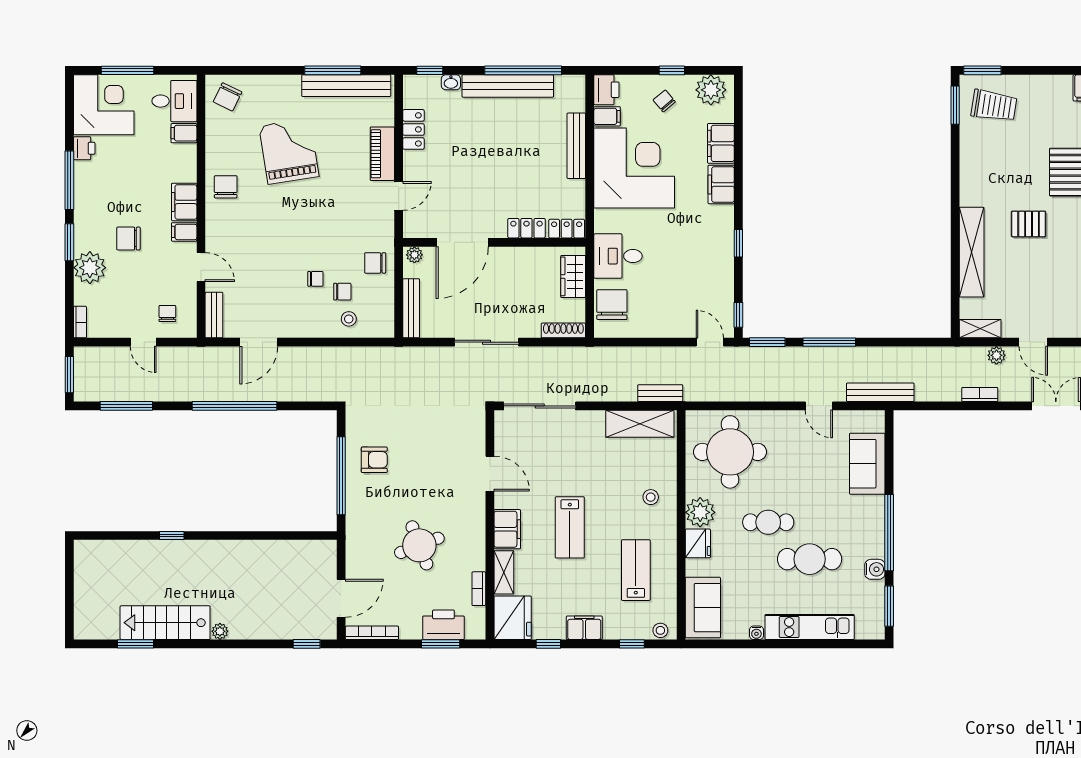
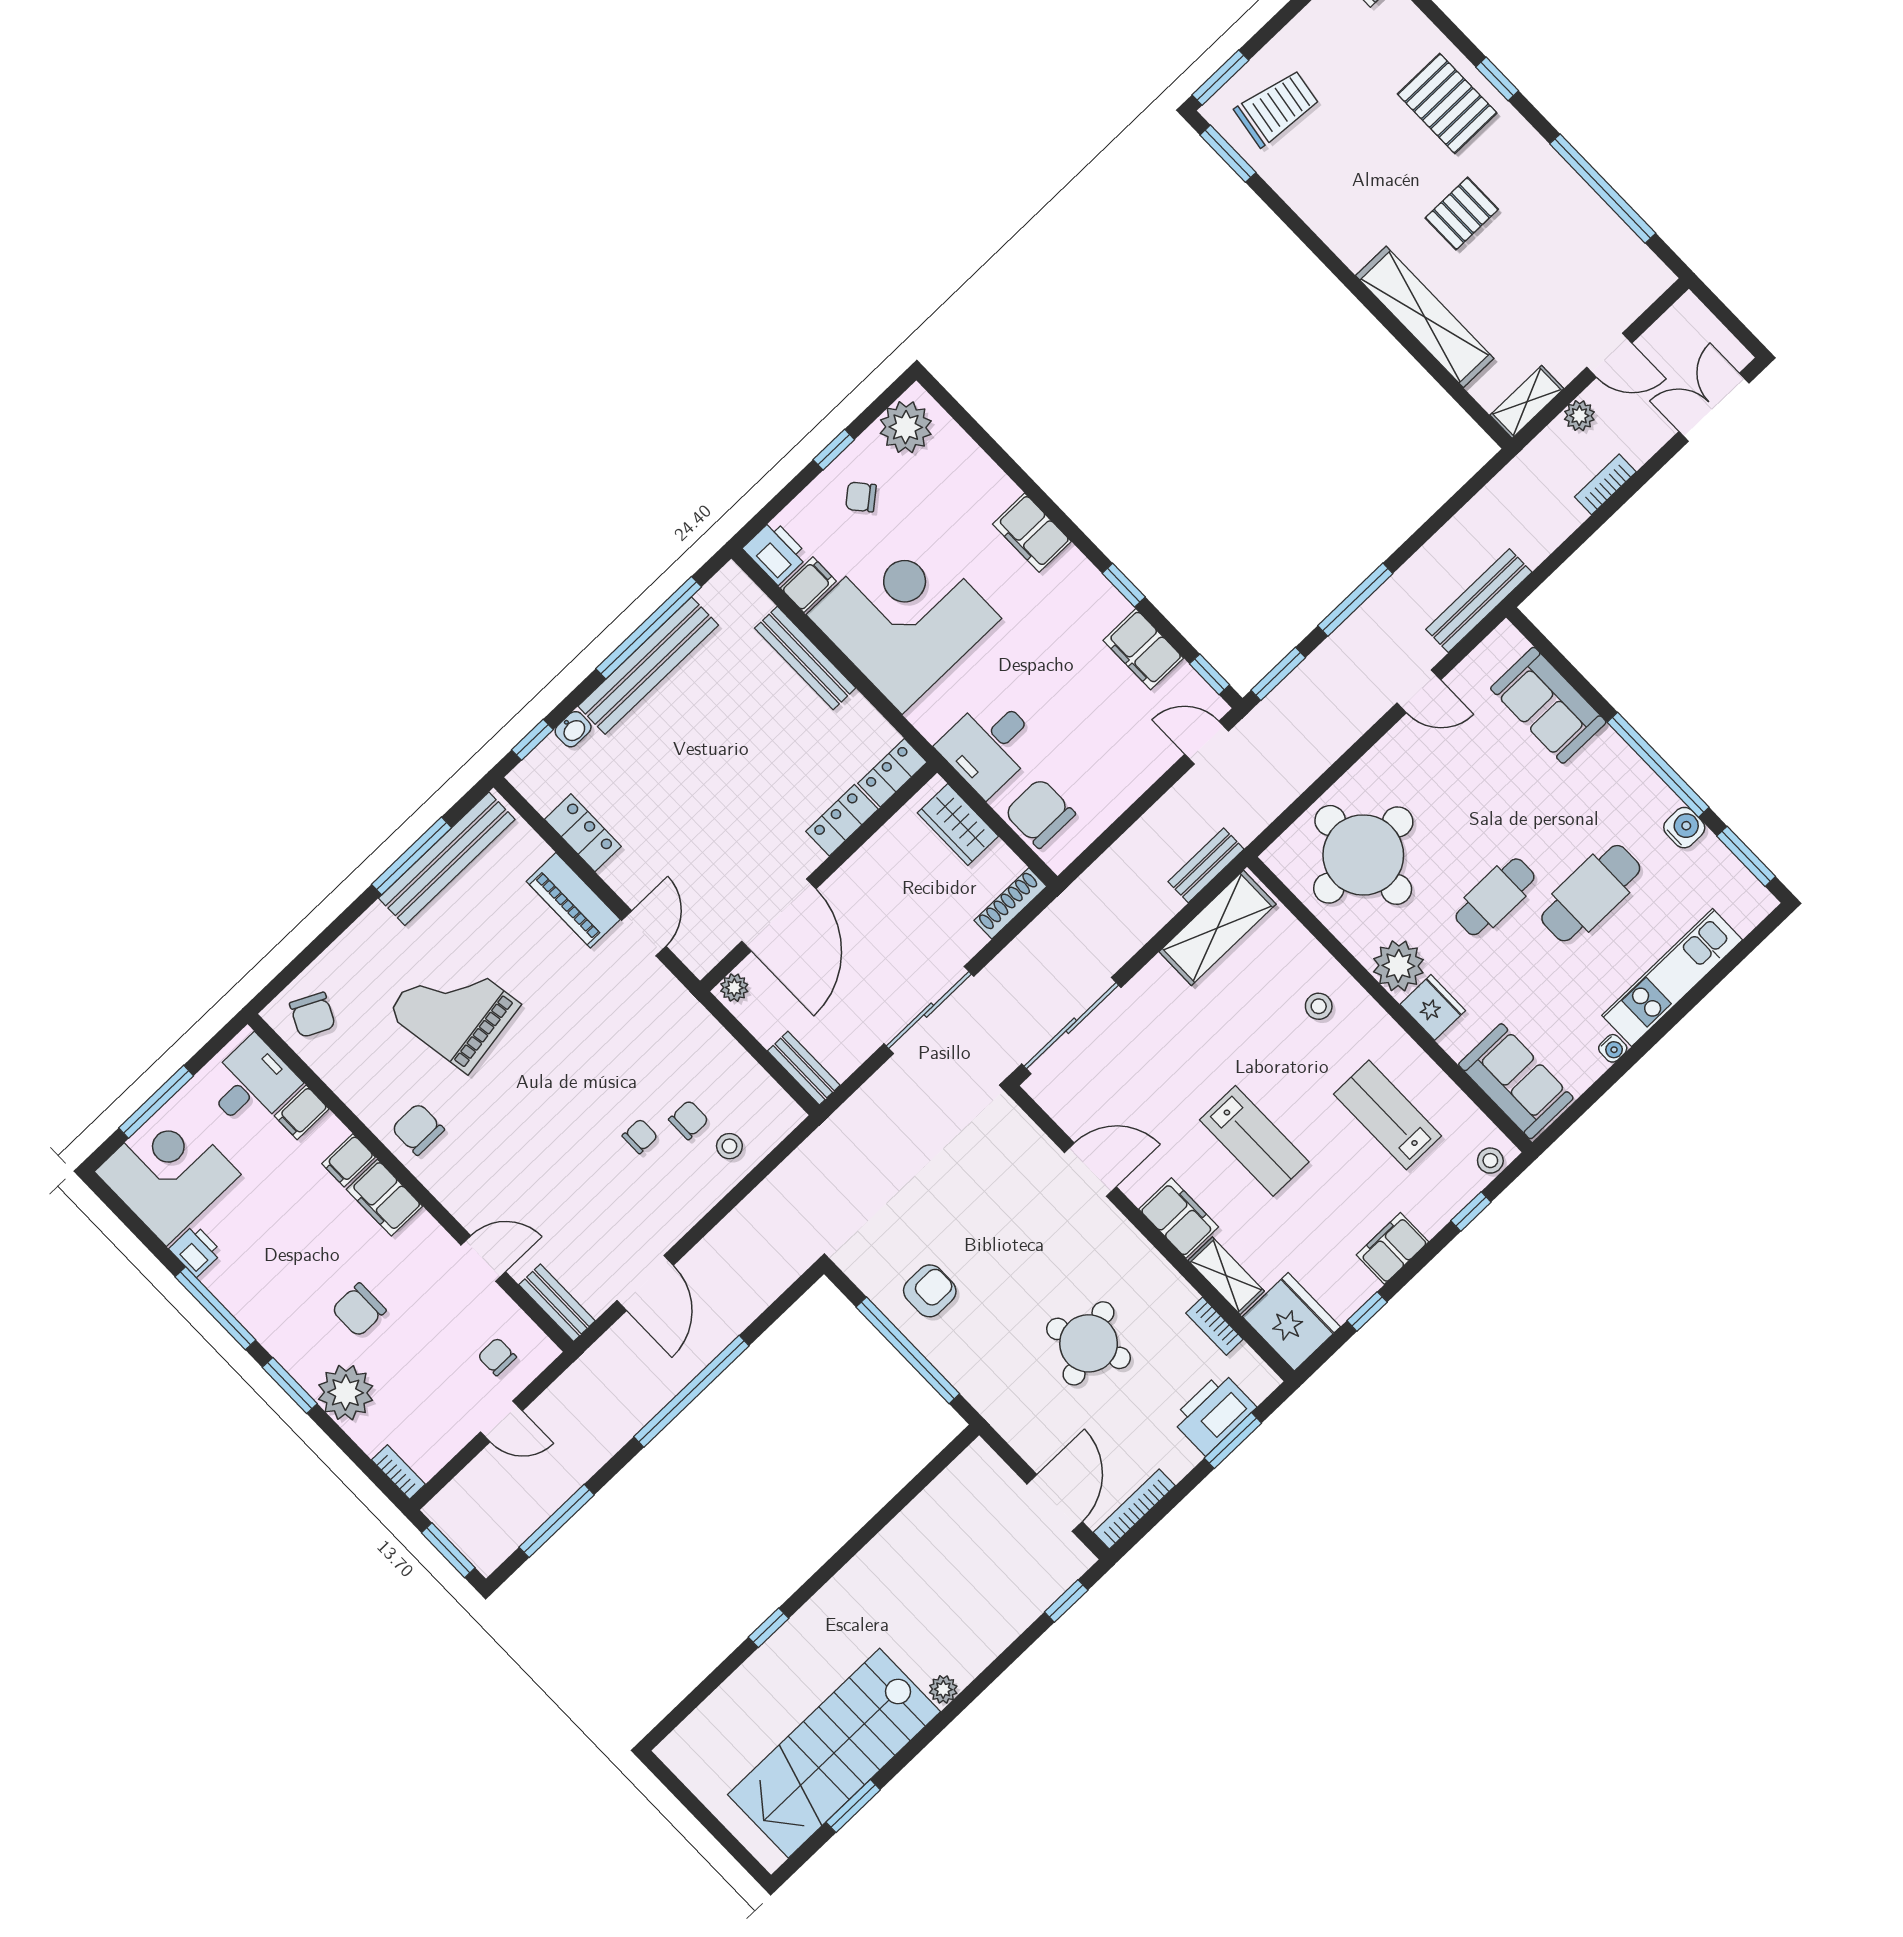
filing cabinet: (721, 143) -> (1143, 649), moved
filing cabinet: (184, 232) -> (349, 1160), moved
chair: (375, 263) -> (695, 1045), removed
bench: (411, 308) -> (804, 1068), width x0.73
stairs: (165, 623) -> (834, 1753), width x1.36, depth x1.51

